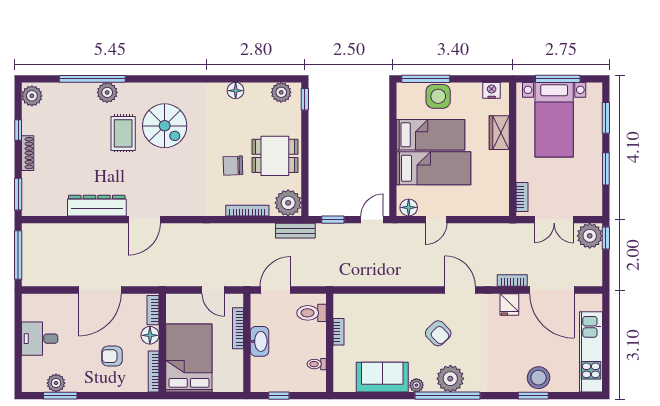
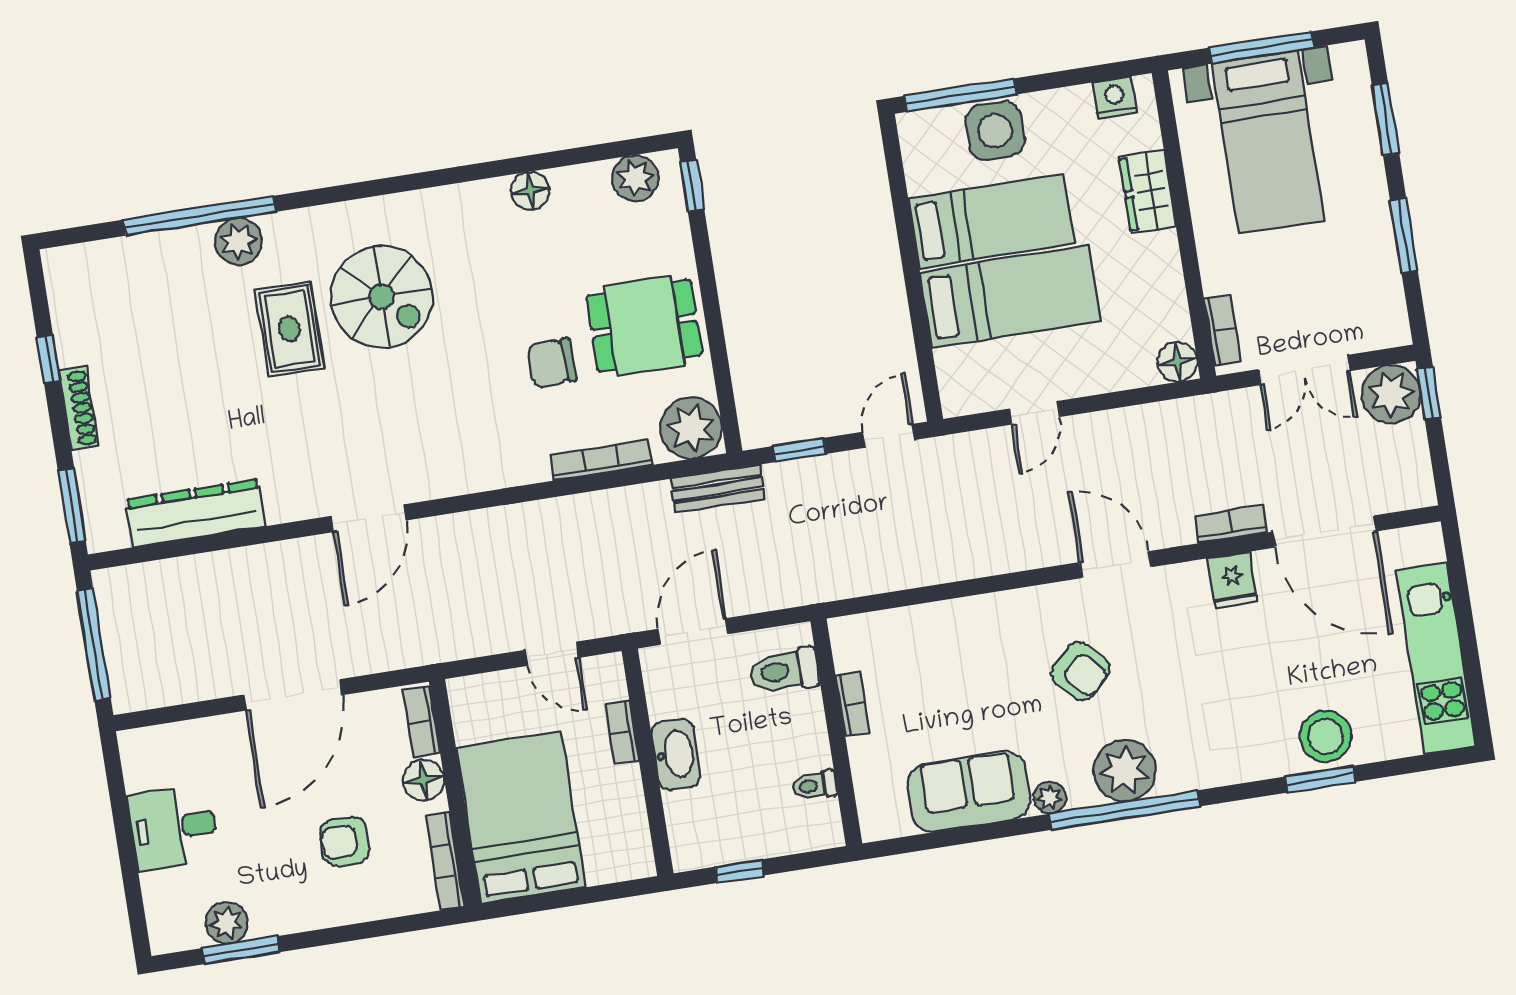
plant: (32, 96) -> (68, 276), removed
dresser: (97, 206) -> (195, 513), moved
floor lamp: (409, 207) -> (1177, 362), moved
bookcase: (238, 328) -> (622, 732), width x0.64

